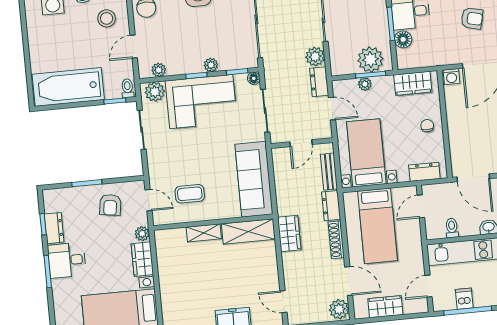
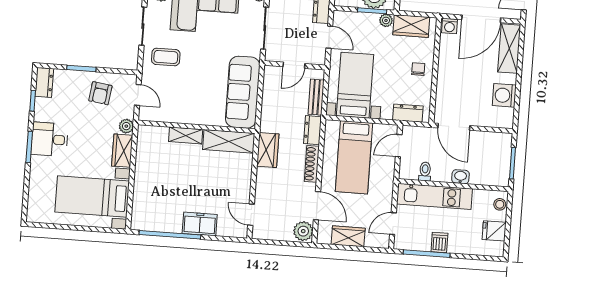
plant: (365, 84) -> (386, 20), moved
coffee table: (190, 194) -> (166, 57), moved
dresser: (54, 228) -> (44, 82), moved
dishwasher: (464, 299) -> (439, 243), moved

